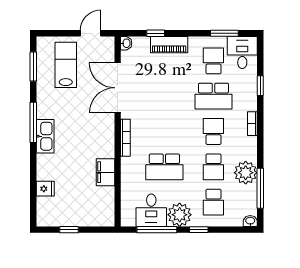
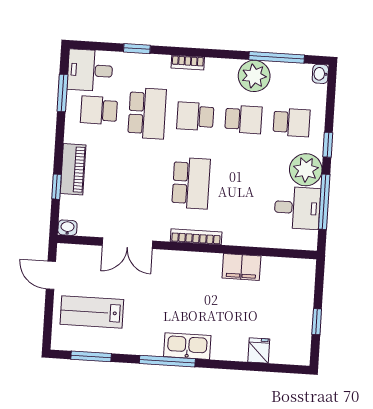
double door: (118, 88) -> (127, 243), width x0.73
school desk: (164, 167) -> (191, 183), moved

